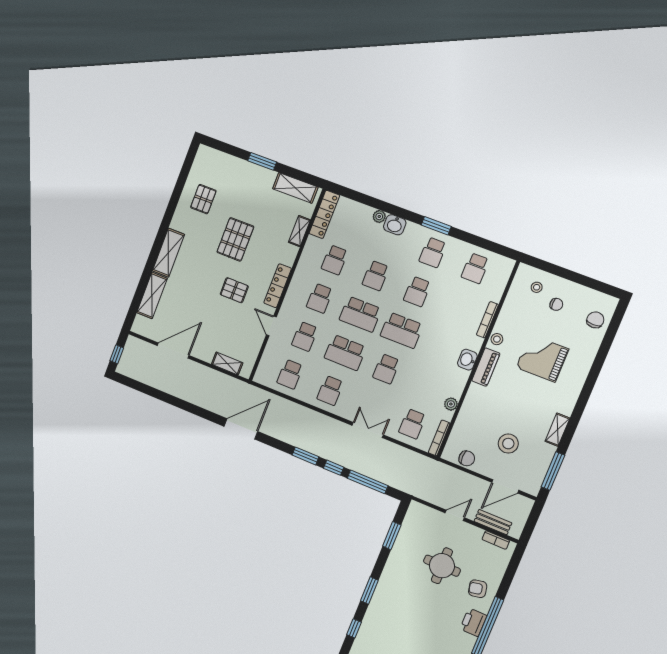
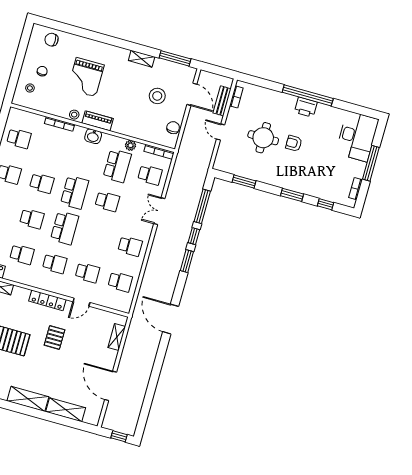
school desk: (345, 352) -> (117, 166), moved
armchair: (478, 589) -> (294, 143), moved, turned 102

